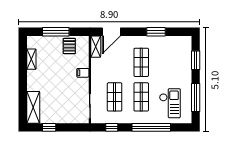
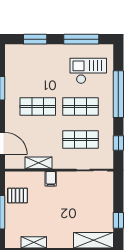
shelving: (96, 47) -> (39, 163), moved

